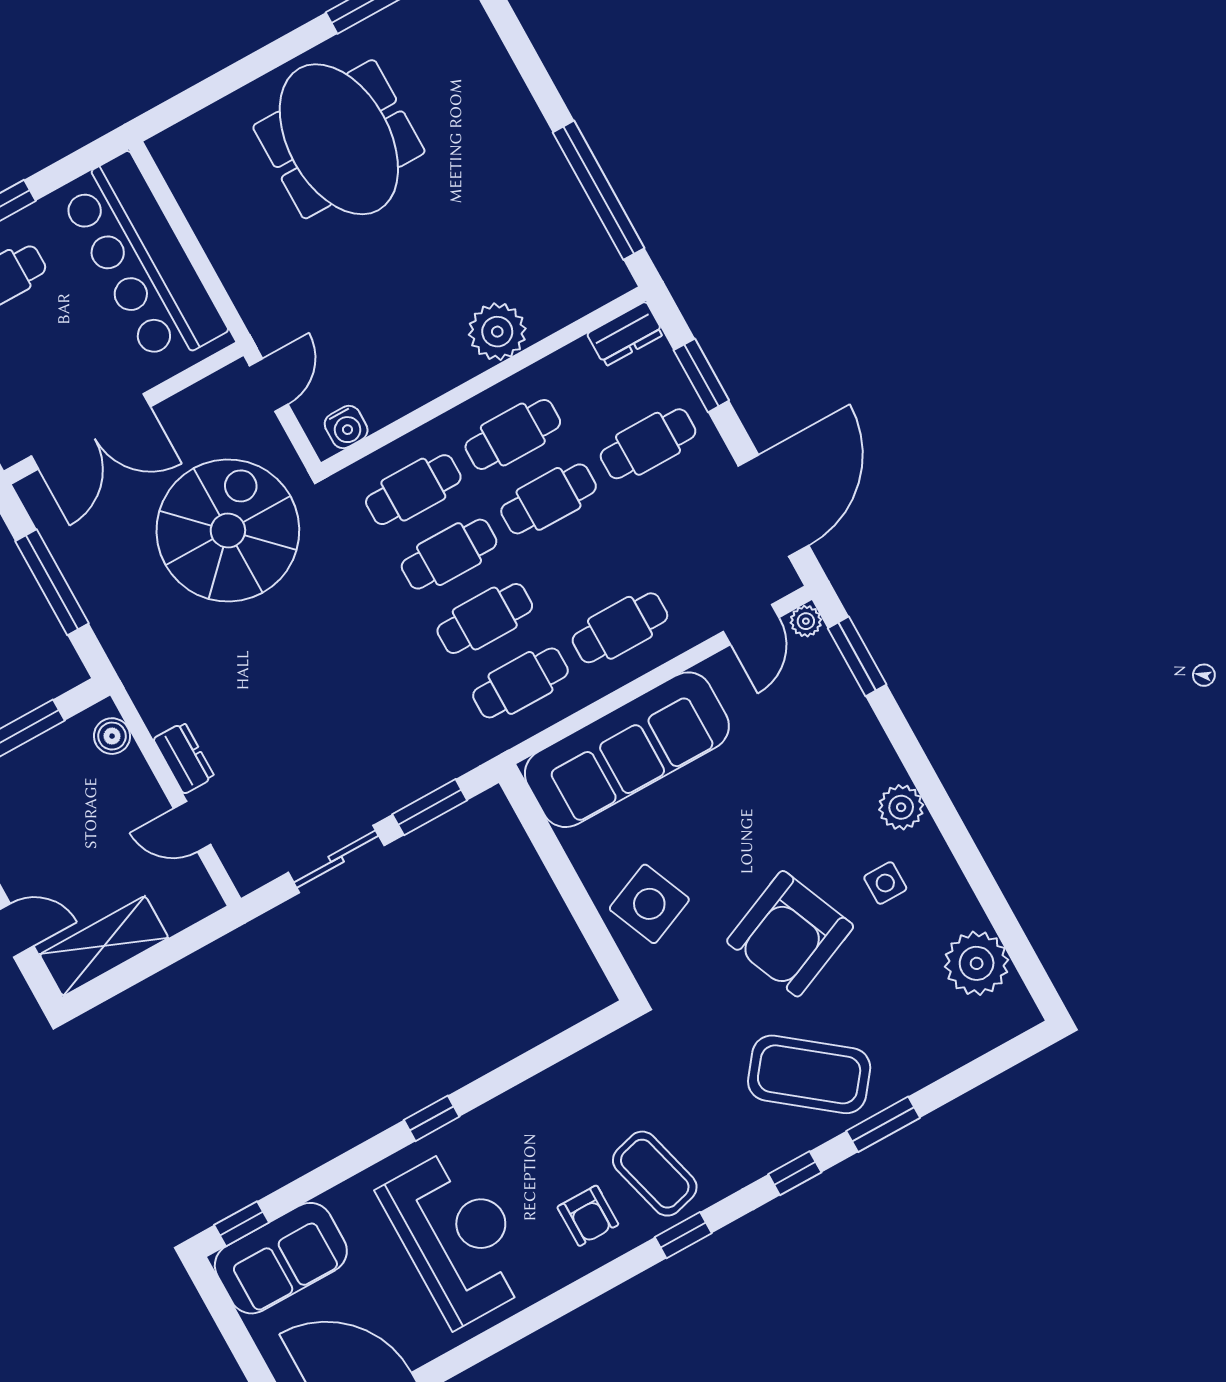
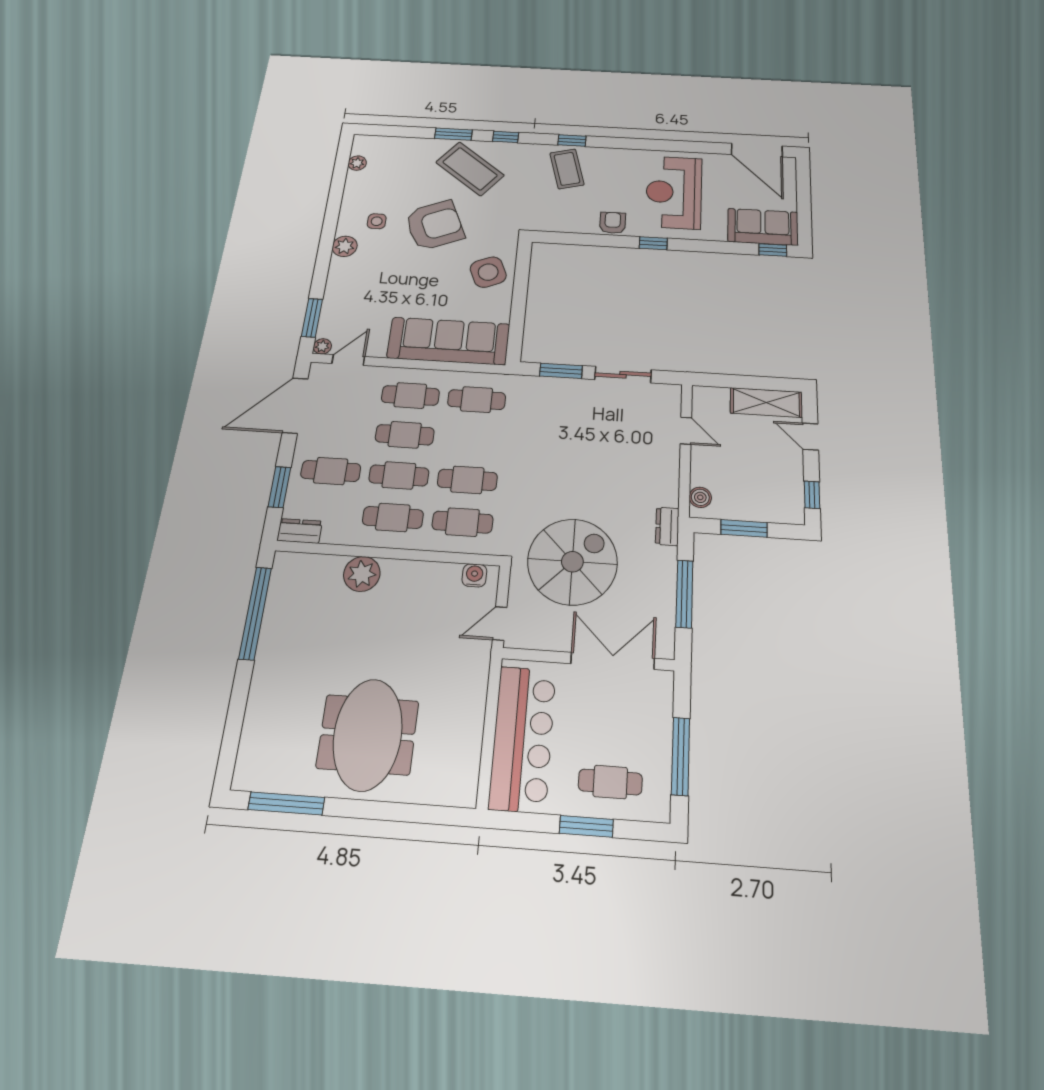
spiral stairs: (228, 531) -> (572, 562), turned 180
cafe table: (485, 619) -> (405, 435), moved
dresser: (184, 758) -> (667, 526), moved
plant: (977, 963) -> (357, 163), width x0.53, depth x0.53
armchair: (588, 1216) -> (613, 223), moved

